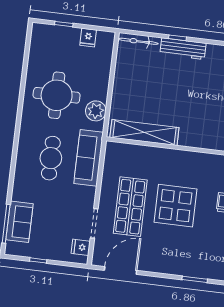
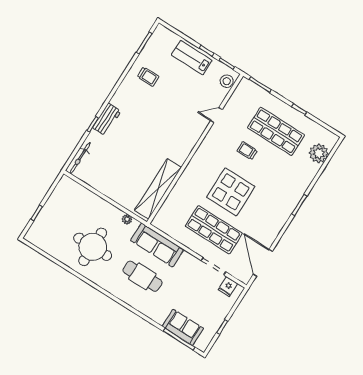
fridge: (88, 38) -> (57, 198), removed
workbench: (183, 49) -> (107, 119), width x0.73
plant: (96, 111) -> (127, 219), width x0.53, depth x0.53

